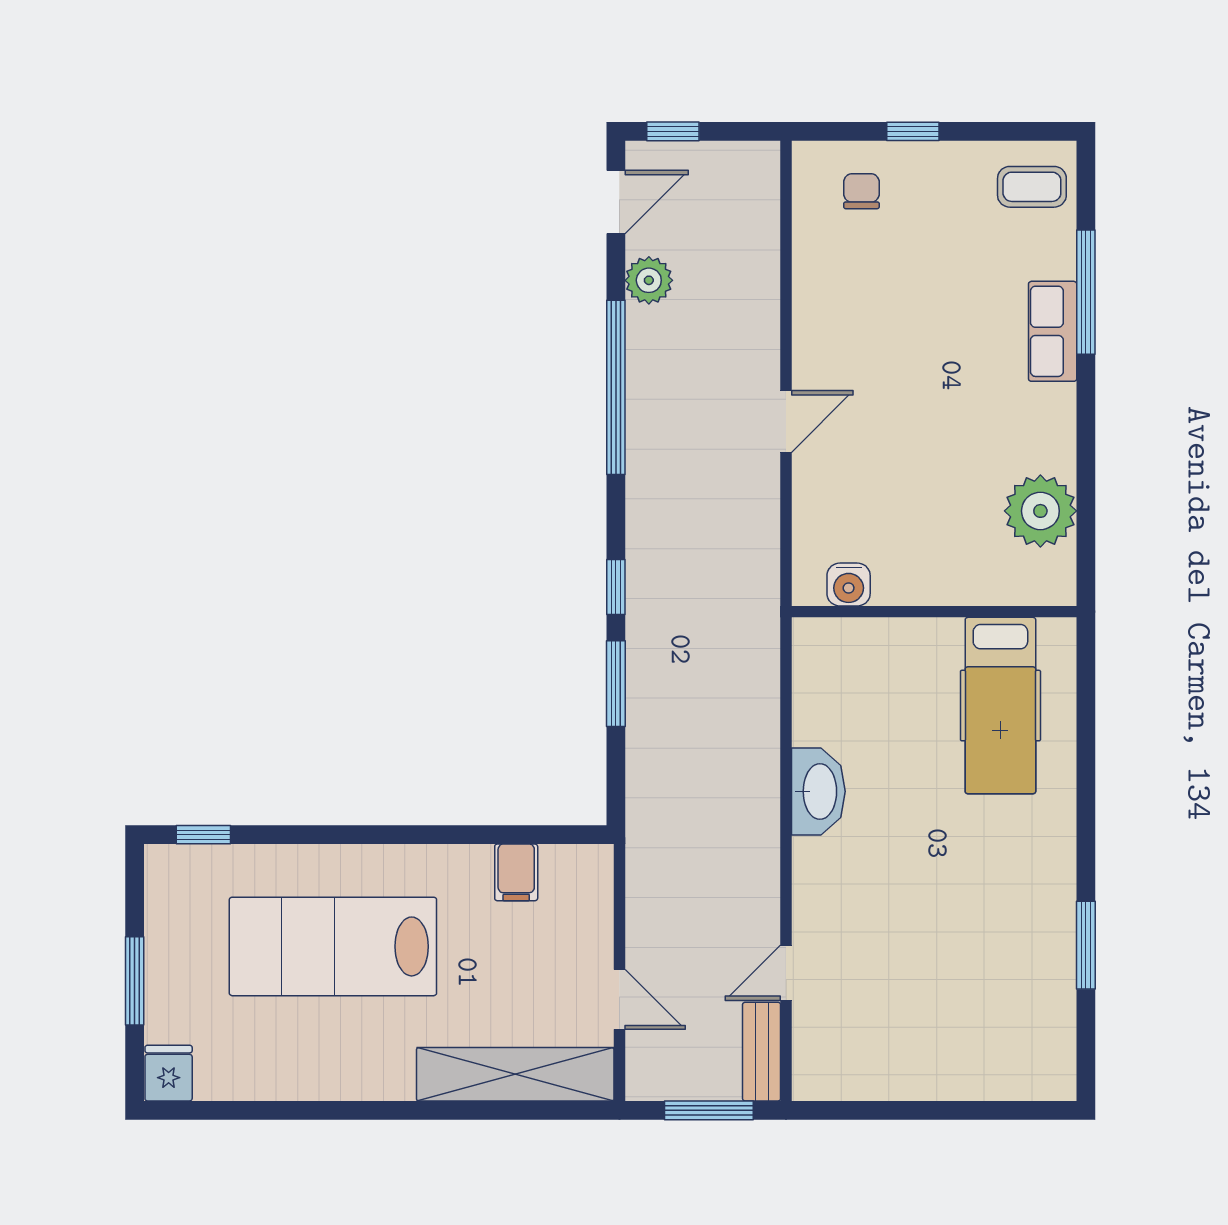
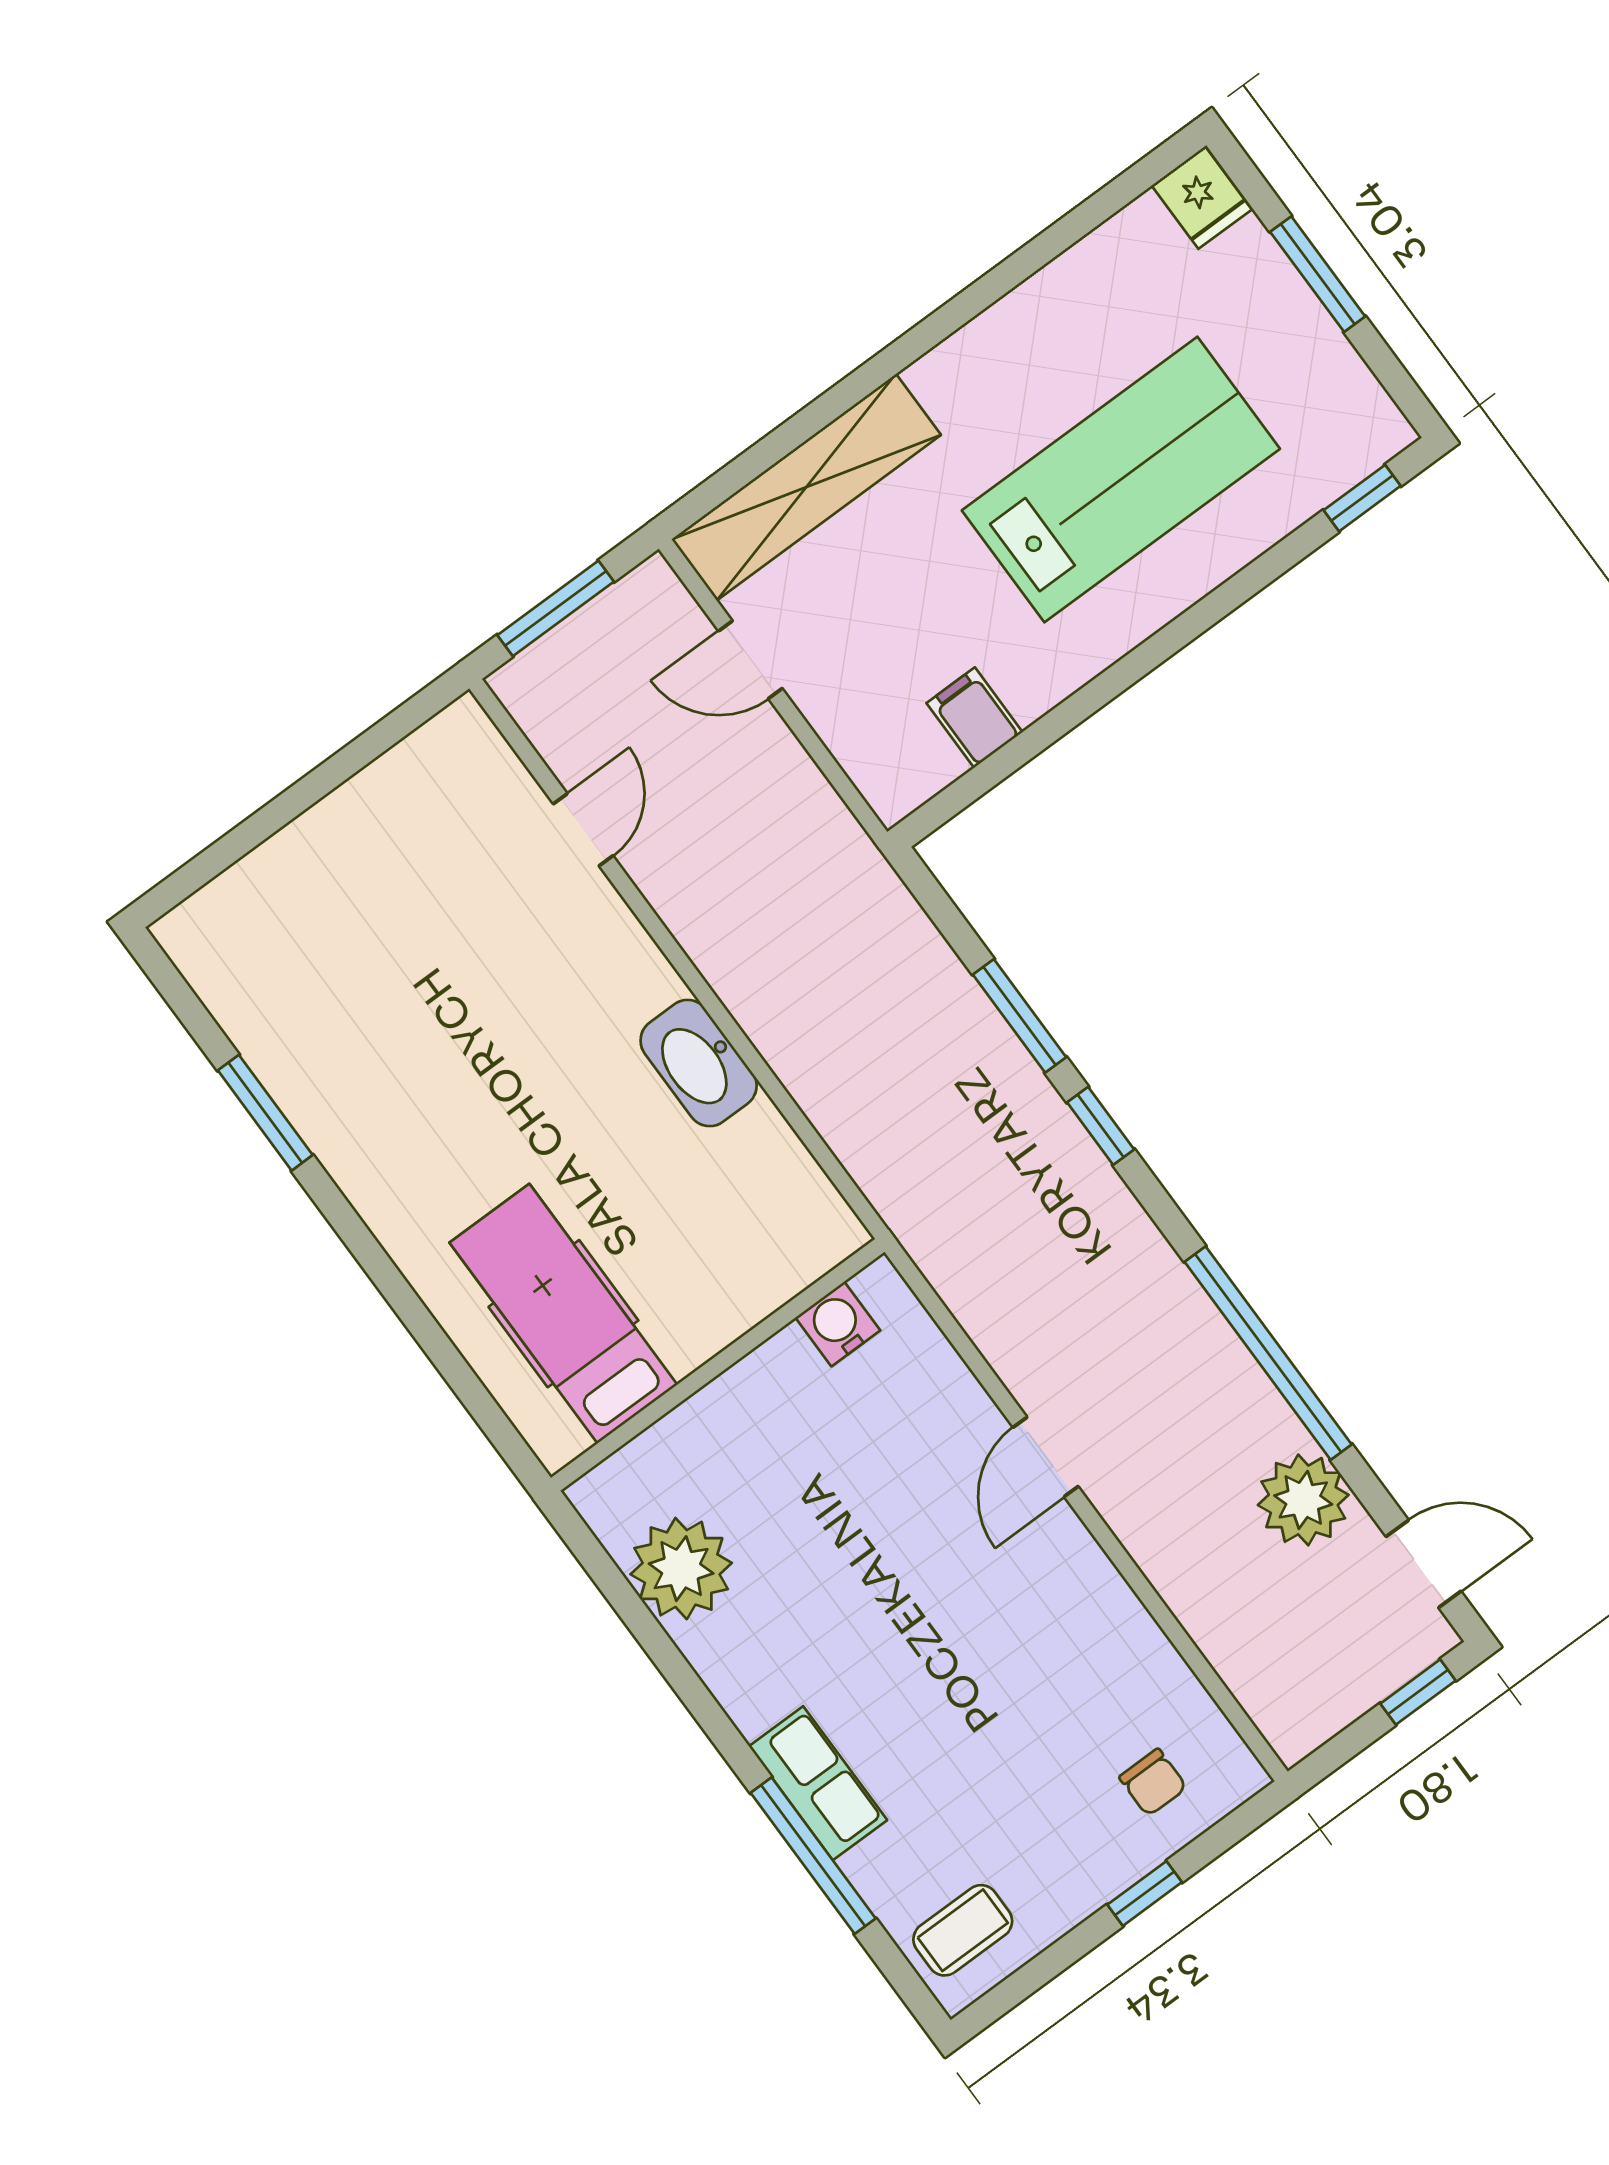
door: (616, 202) -> (1424, 1564), swing flipped
plant: (649, 280) -> (1303, 1500), width x1.36, depth x1.36
bench: (762, 1052) -> (545, 719), removed

